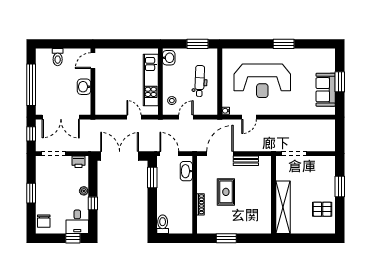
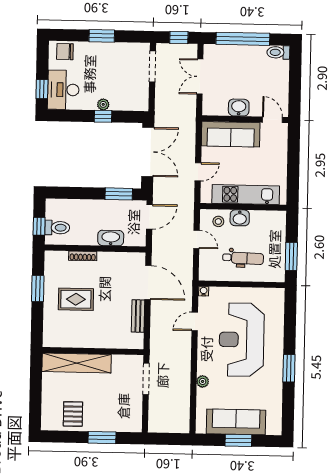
toilet: (58, 57) -> (278, 52), moved
washbasin: (169, 58) -> (240, 218), moved
sofa: (326, 90) -> (236, 422), width x1.36
sofa: (105, 92) -> (231, 134), added
plant: (295, 110) -> (203, 381), added
double door: (61, 117) -> (200, 77), width x0.73
door: (249, 117) -> (195, 321), hinge flipped
printer: (78, 162) -> (141, 98), removed
washbasin: (186, 171) -> (111, 238), moved
rug: (226, 192) -> (76, 299), moved
window: (93, 203) -> (103, 116), moved
desk: (77, 222) -> (63, 90), width x1.37
toilet: (163, 224) -> (57, 228), moved
window: (178, 238) -> (39, 226), added

